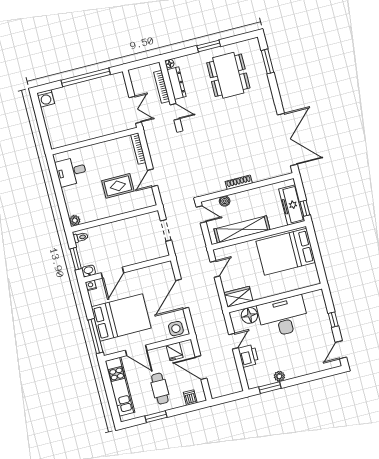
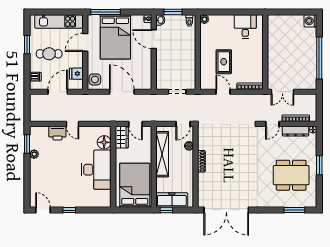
wardrobe: (238, 297) -> (122, 137), moved
wall: (275, 298) -> (113, 167), moved
floor lamp: (249, 315) -> (104, 142), moved
desk: (283, 317) -> (96, 170), moved

